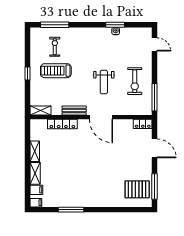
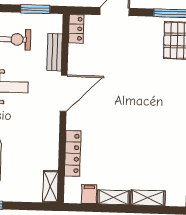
window: (155, 97) -> (35, 9), width x0.69
bench: (74, 110) -> (55, 52), moved
filing cabinet: (36, 190) -> (89, 194), moved

